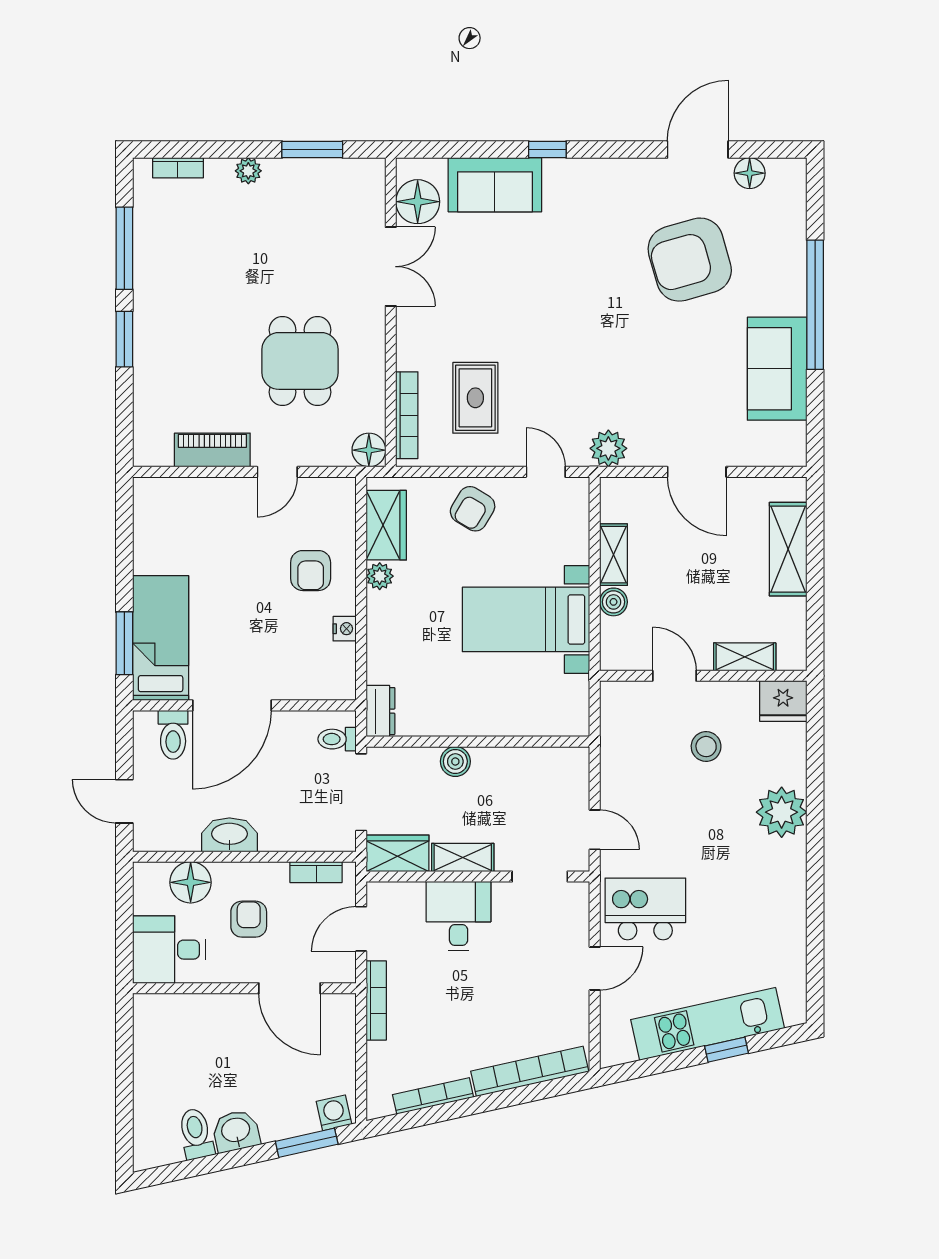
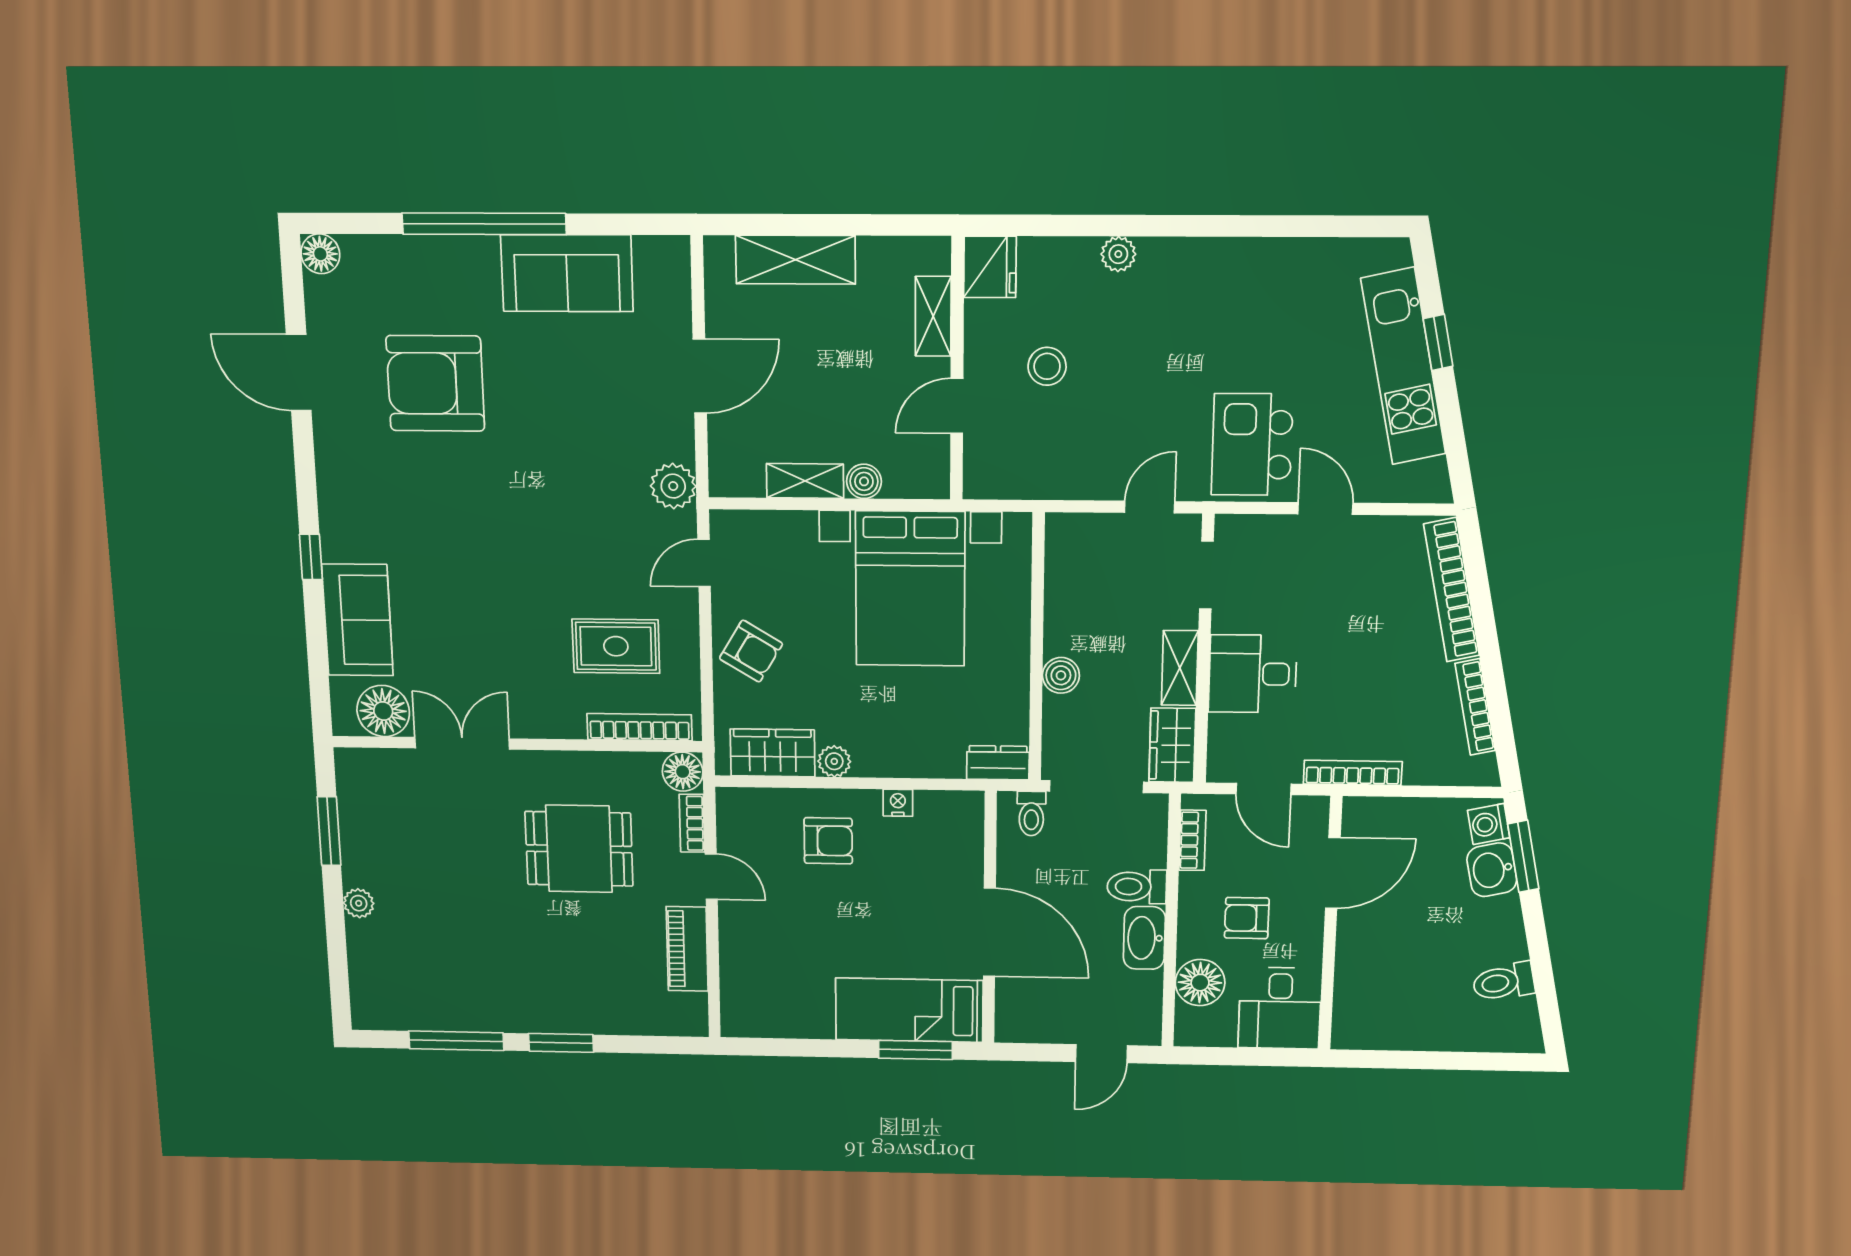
bookcase: (178, 168) -> (692, 823), moved, turned 180
floor lamp: (750, 173) -> (320, 254), moved
armchair: (690, 260) -> (435, 383), turned 106
bed with nightstands: (526, 619) -> (910, 589), width x1.36
toilet: (173, 735) -> (1137, 887), moved, turned 180
plant: (782, 812) -> (1118, 254), width x0.53, depth x0.53
washbasin: (236, 1131) -> (1492, 870), moved

